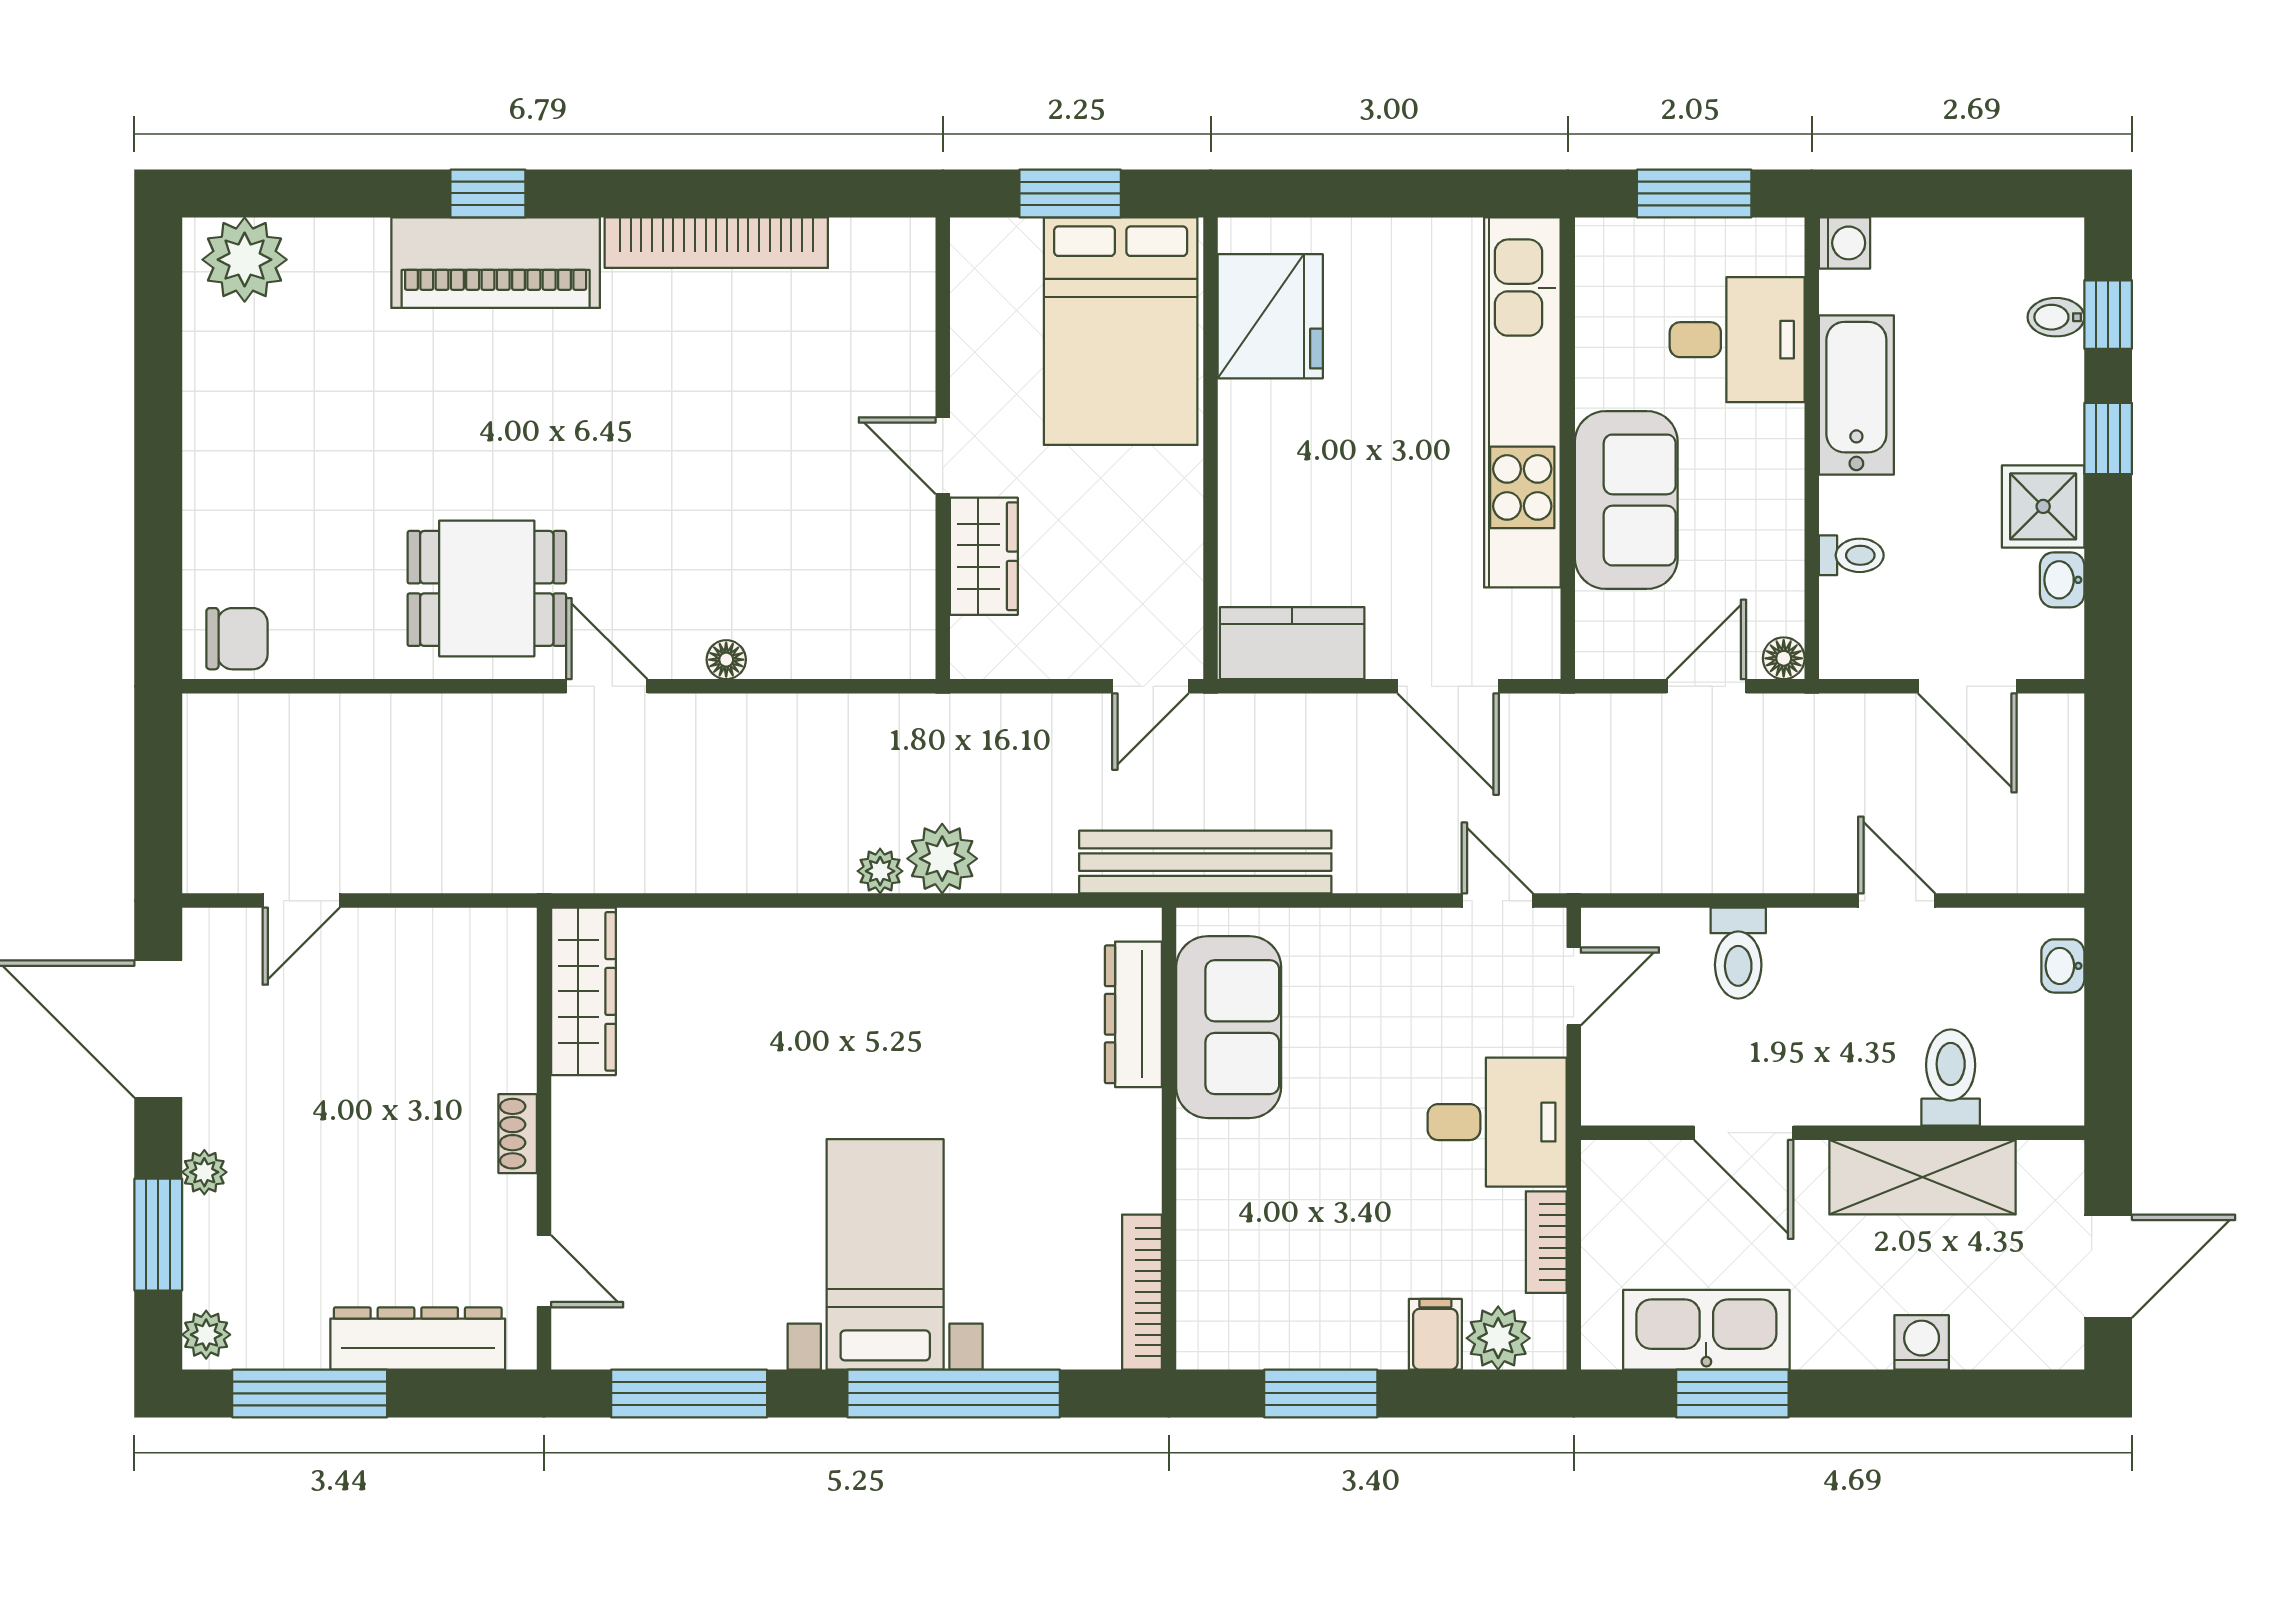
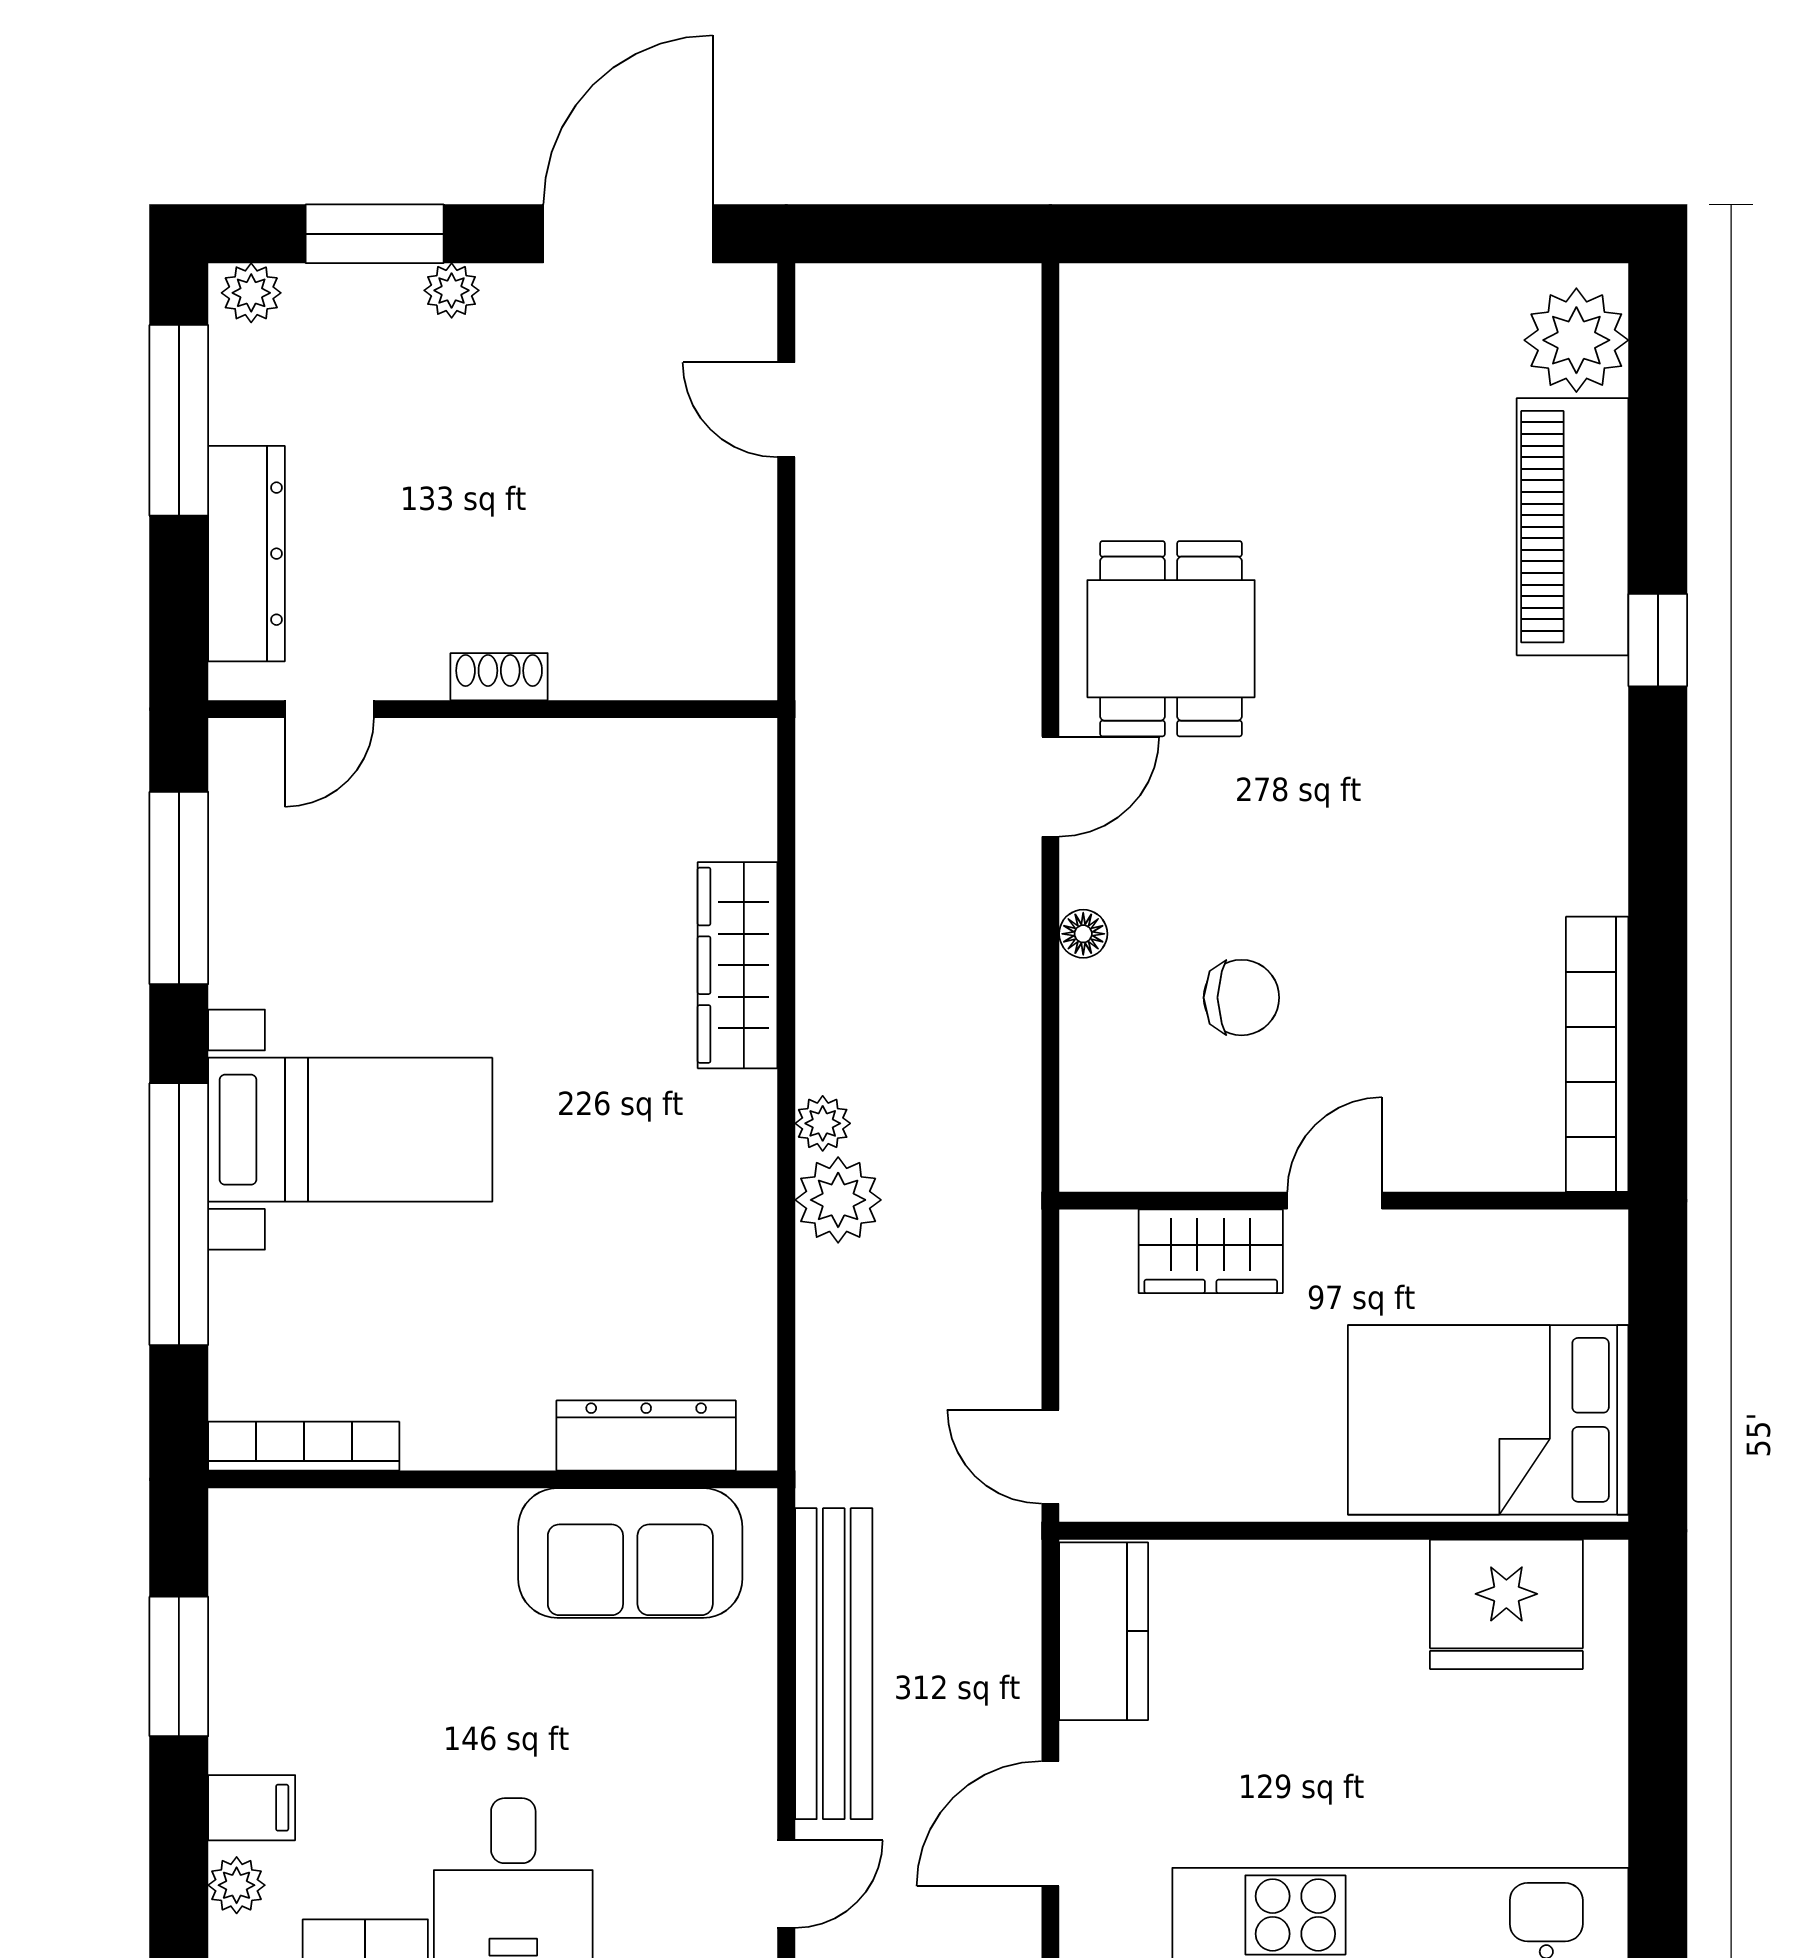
window: (1070, 193) -> (1658, 1358), removed
bookcase: (716, 243) -> (1597, 1054), moved
piano: (496, 263) -> (1573, 527), moved
chair: (237, 639) -> (1241, 998), moved, turned -90
bench: (1205, 862) -> (834, 1664), moved
wardrobe: (583, 991) -> (738, 965), moved, turned 90
plant: (1498, 1338) -> (237, 1885), width x0.73, depth x0.73

